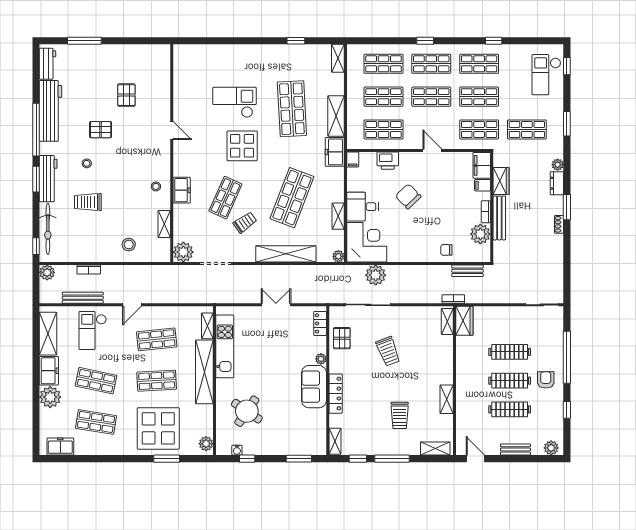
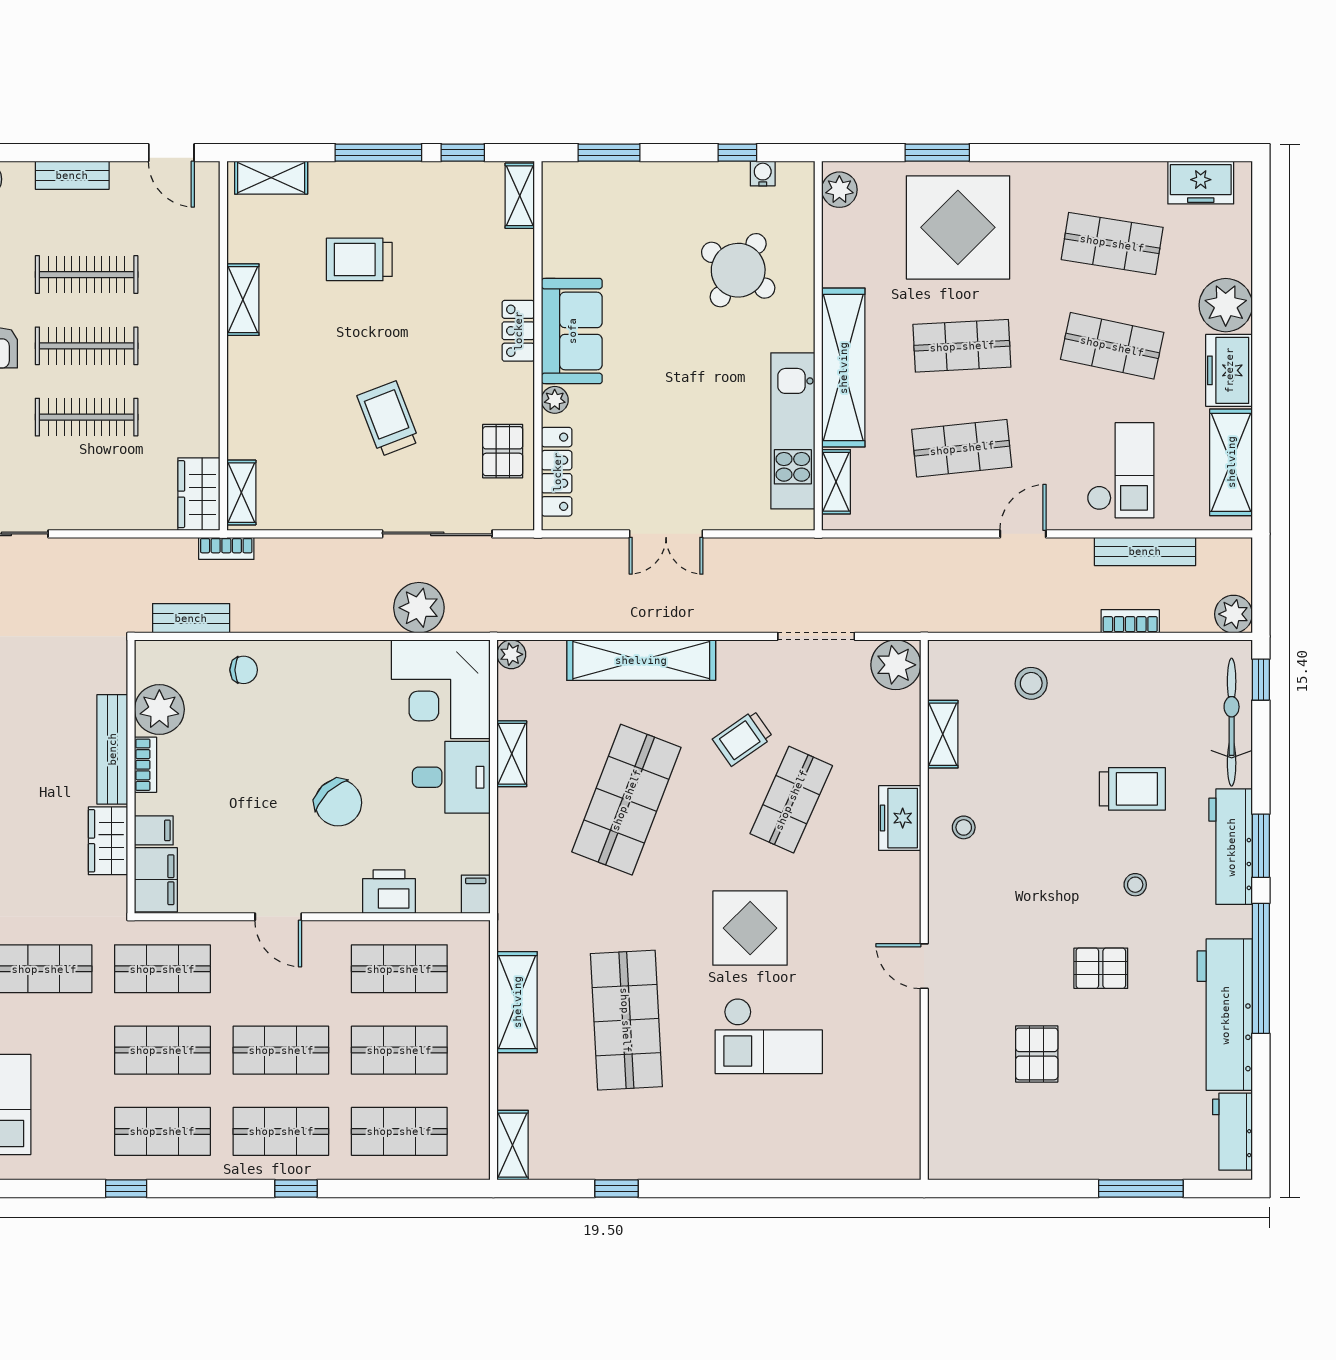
freezer: (335, 152) -> (520, 913), removed
locker: (320, 323) -> (557, 472), width x1.53
locker: (336, 394) -> (518, 331), width x0.66
trolley: (400, 415) -> (359, 259), turned -90

